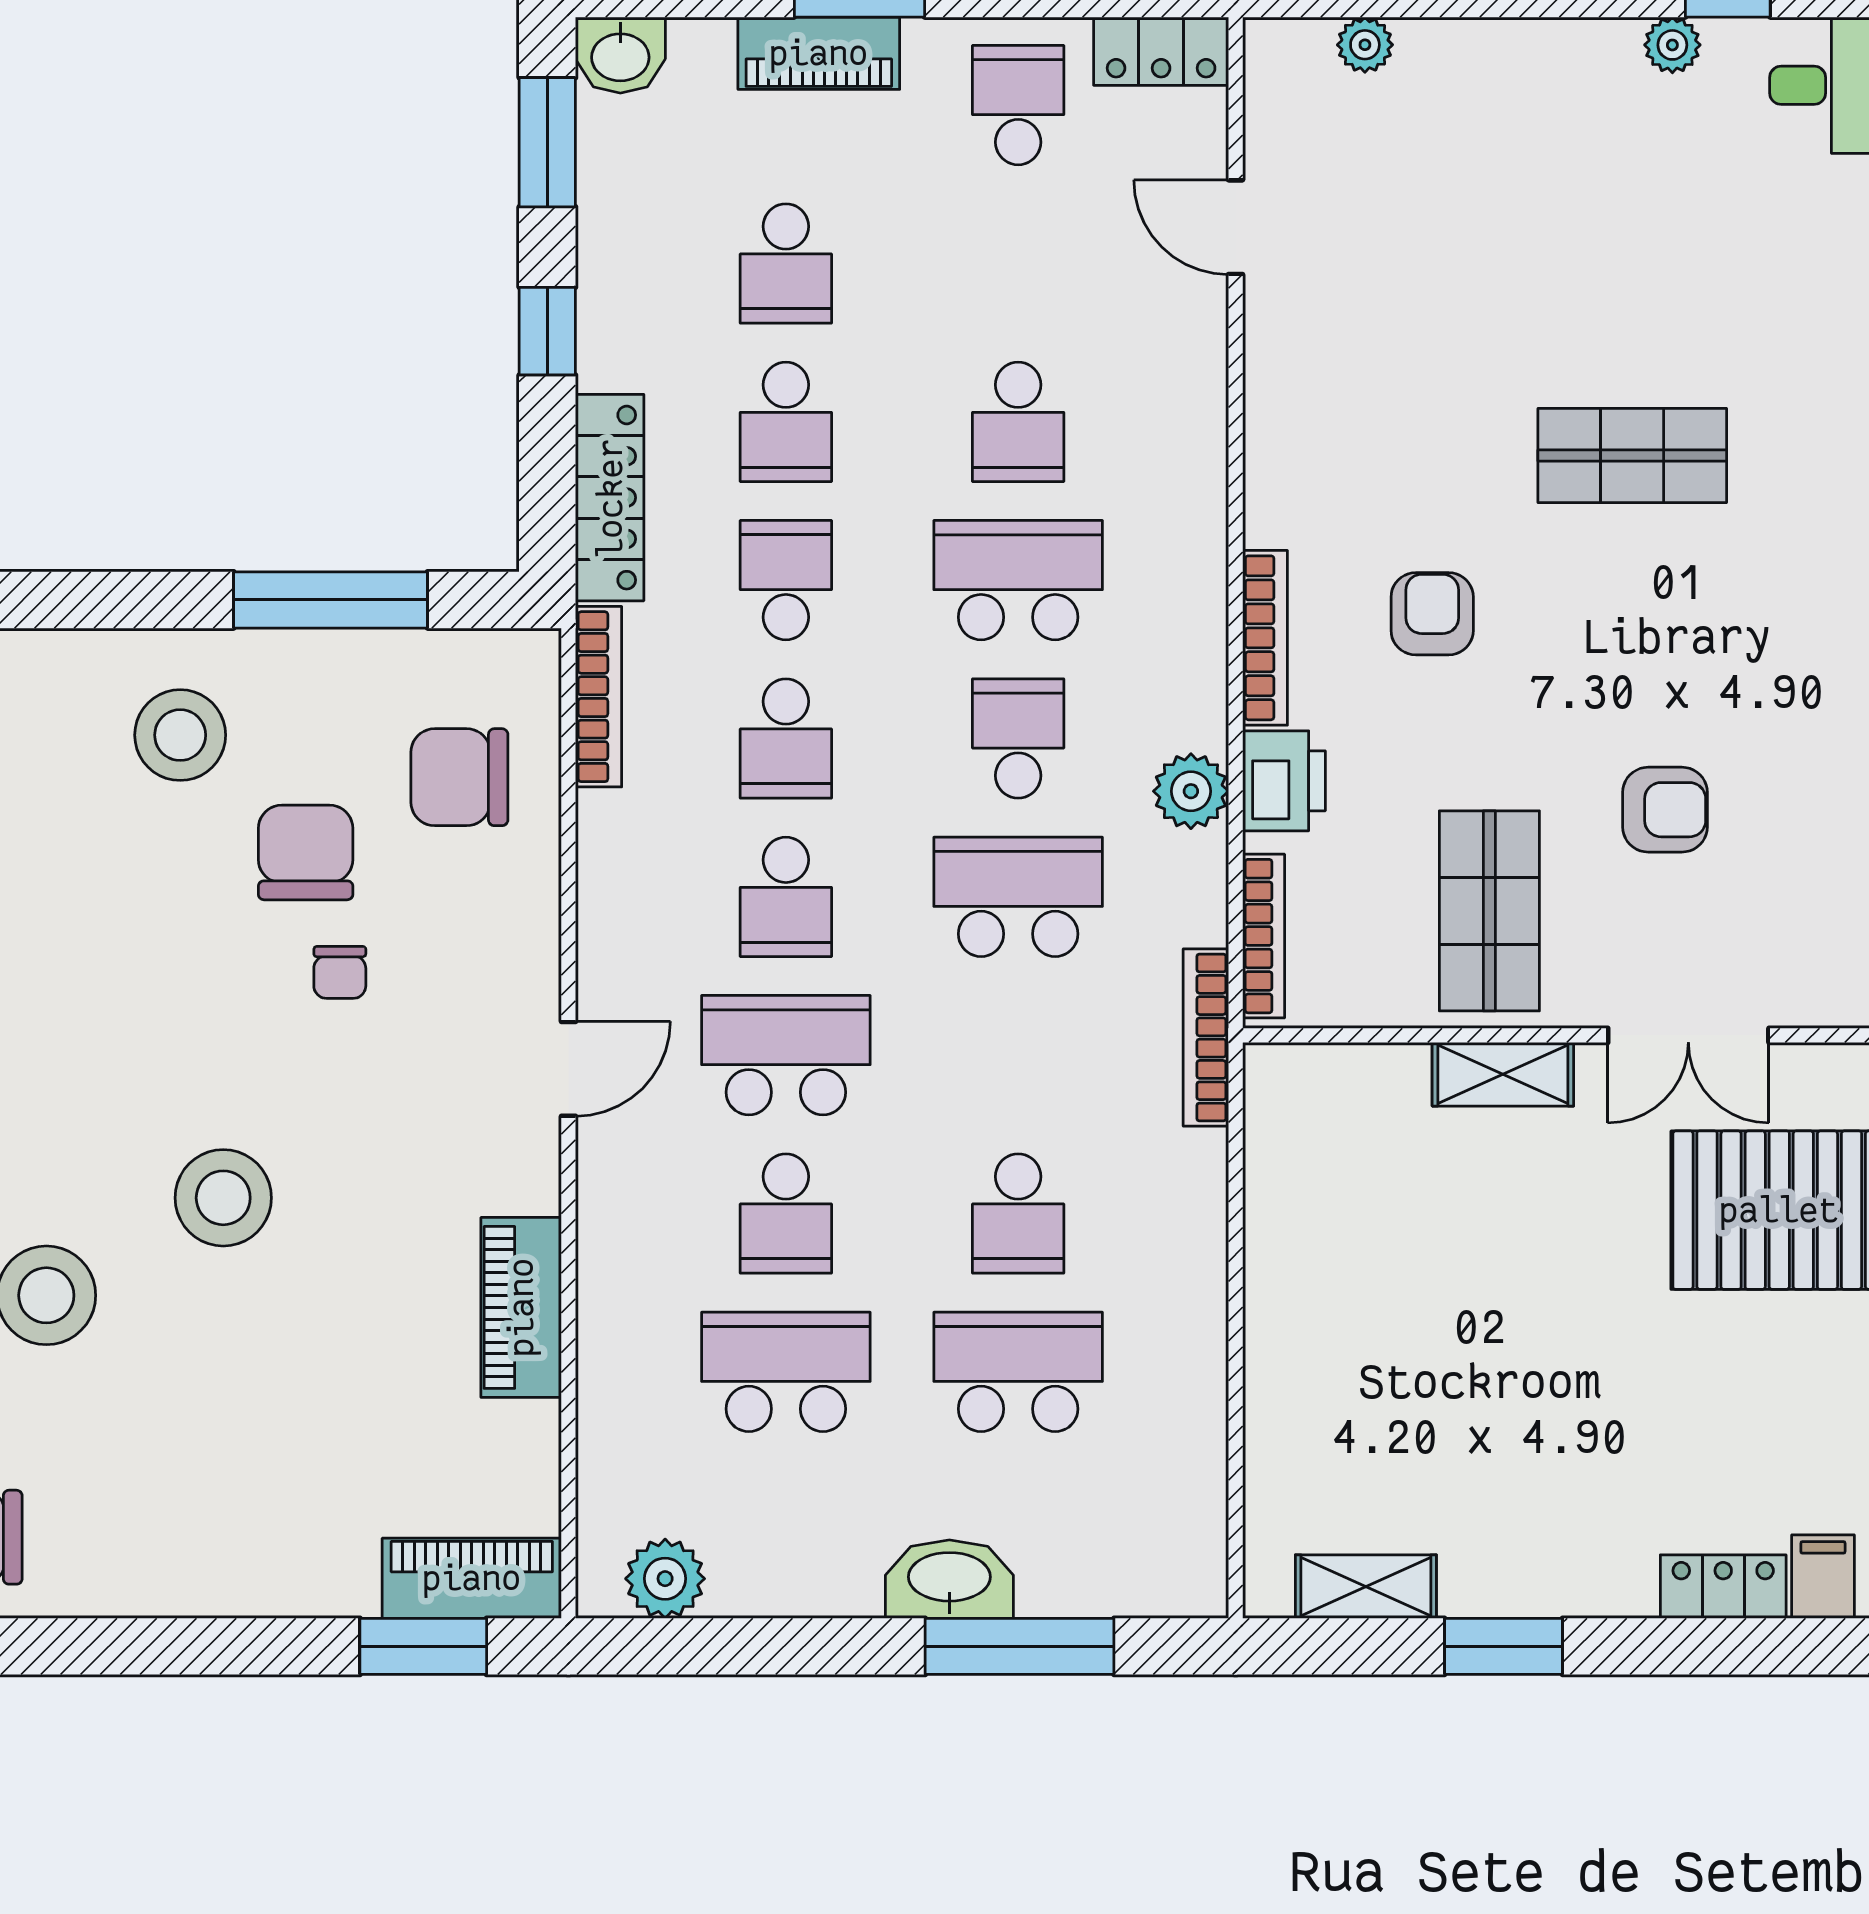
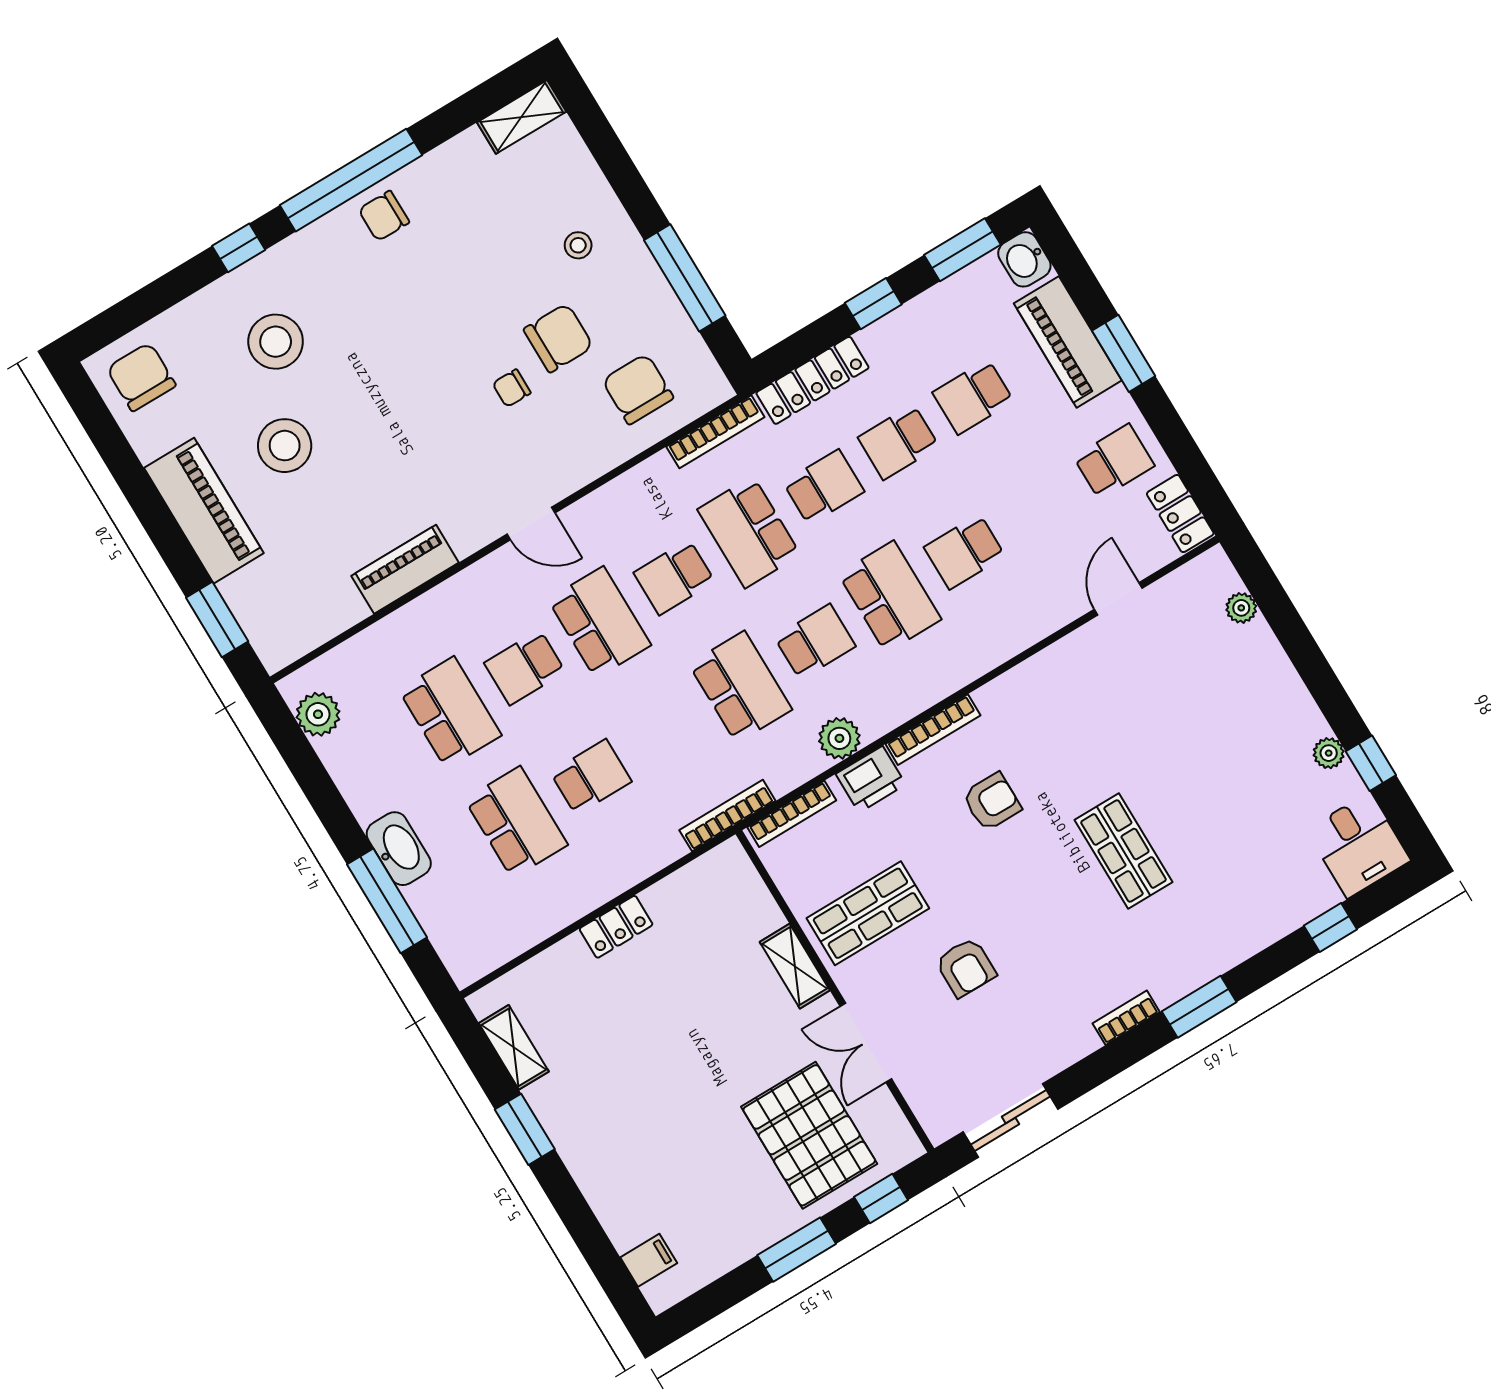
piano: (819, 53) -> (1068, 342), width x1.37, depth x1.33
stool: (180, 735) -> (578, 245), width x0.53, depth x0.53
school desk: (786, 739) -> (749, 532), width x1.85
stool: (223, 1198) -> (285, 446), moved
school desk: (1018, 1214) -> (591, 777), turned 180
piano: (472, 1578) -> (204, 511), moved, width x1.37, depth x1.33
locker: (1723, 1587) -> (616, 927), moved, turned 90

